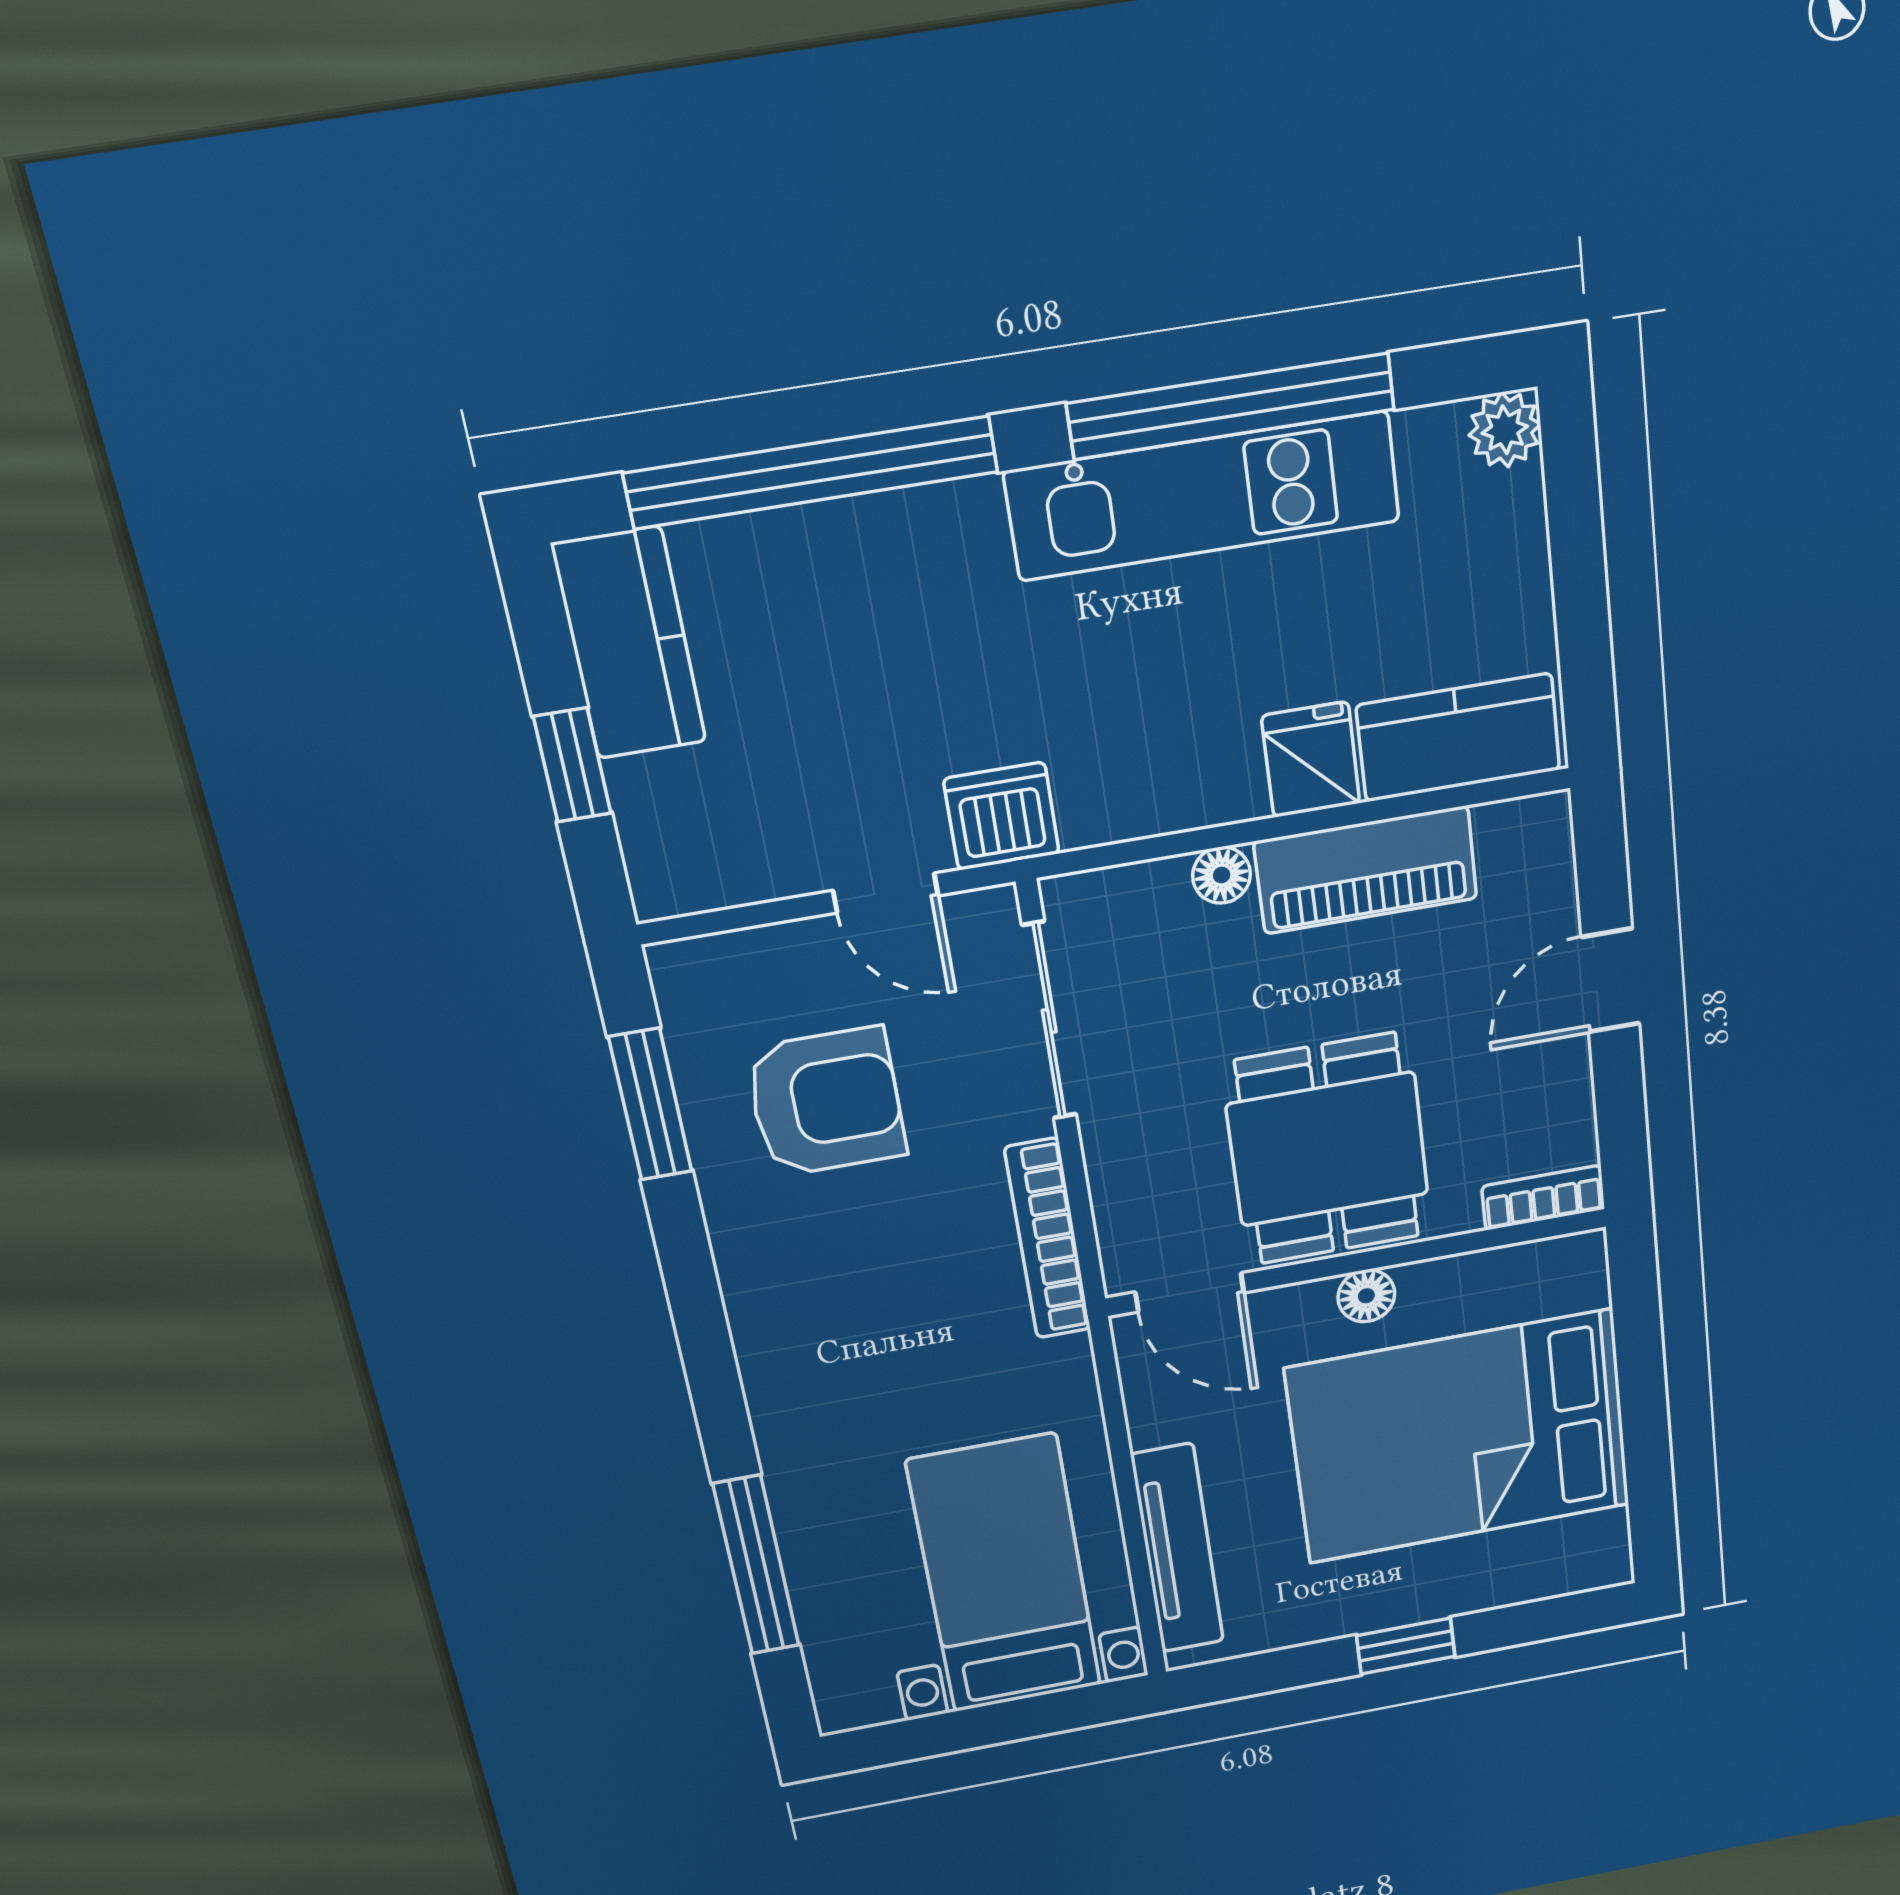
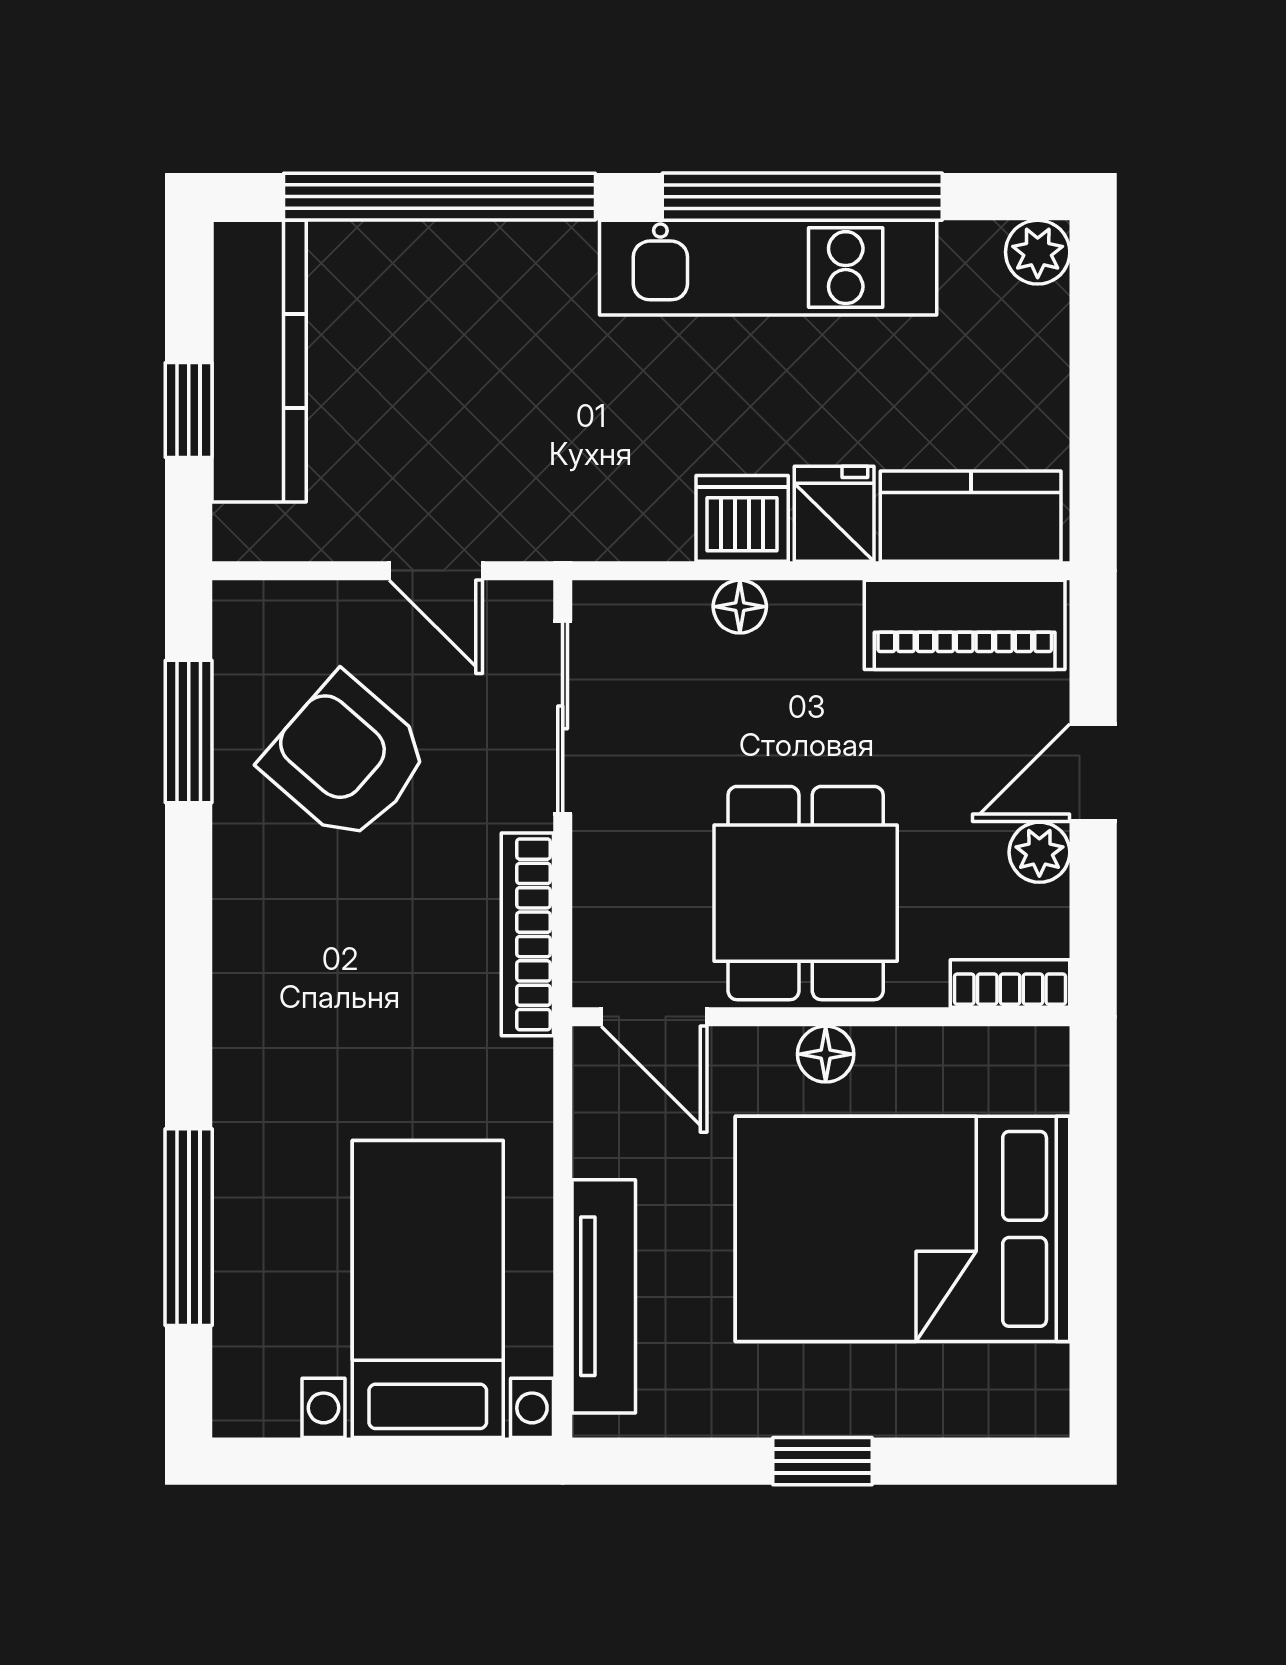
kitchen counter: (629, 644) -> (259, 361), width x1.50
dishwasher: (1002, 816) -> (742, 518), moved
piano: (1366, 870) -> (965, 625), moved
plant: (1562, 1068) -> (1039, 852), added
armchair: (826, 1102) -> (346, 759), turned -139

